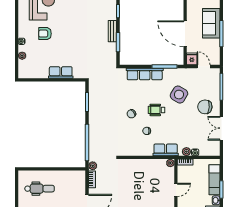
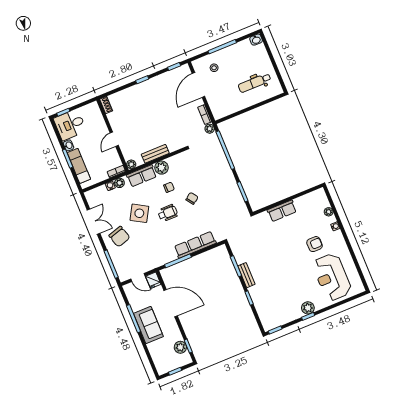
side table: (179, 95) -> (139, 213), moved
chair: (205, 107) -> (119, 237), turned 68
plant: (146, 150) -> (161, 168), added
bench: (147, 164) -> (155, 154), added

